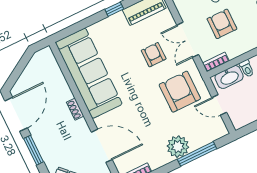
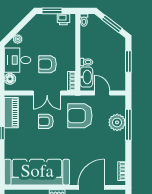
door: (219, 105) -> (102, 93), swing flipped
plant: (178, 147) -> (117, 122), moved

